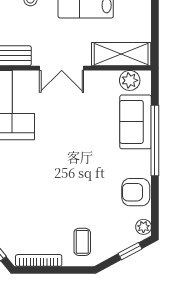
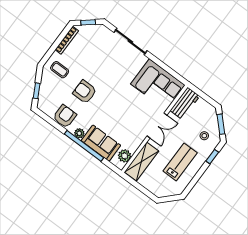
double door: (62, 68) -> (157, 126), swing flipped
armchair: (87, 190) -> (85, 92), added
plant: (143, 227) -> (79, 133), moved

